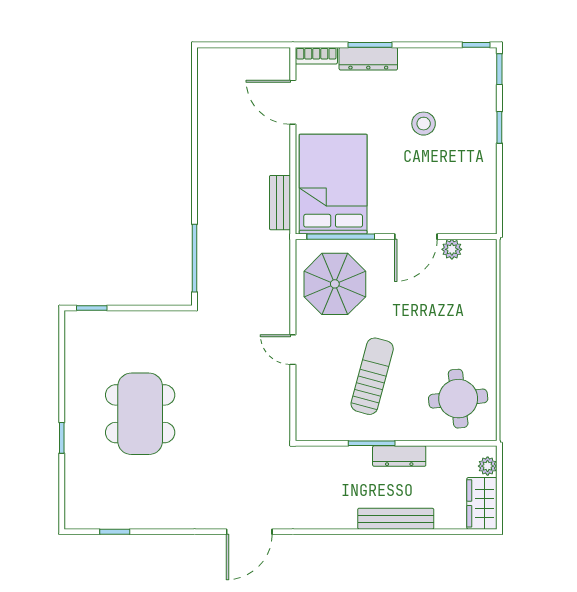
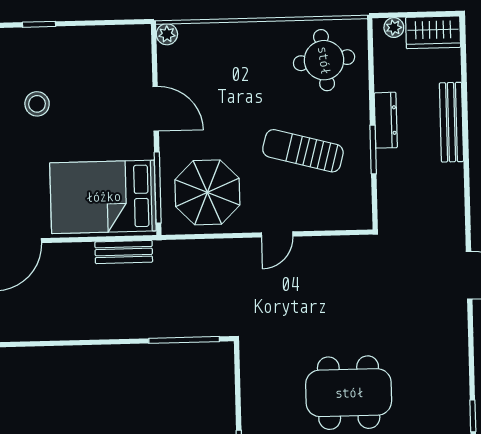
plant: (452, 249) -> (167, 34), moved

